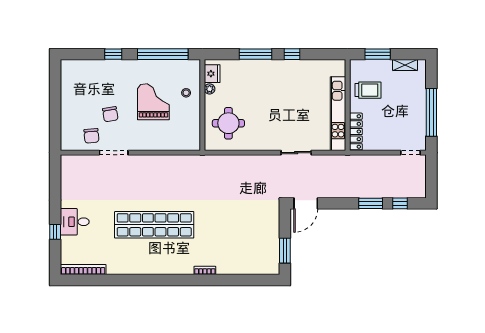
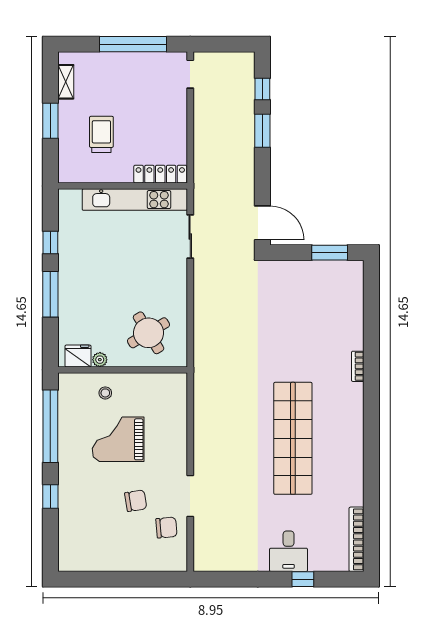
wall: (348, 105) -> (123, 186), moved
kitchen unit: (338, 114) -> (135, 200), moved
round table: (228, 123) -> (149, 333), turned -31
locker: (356, 131) -> (160, 174), moved

